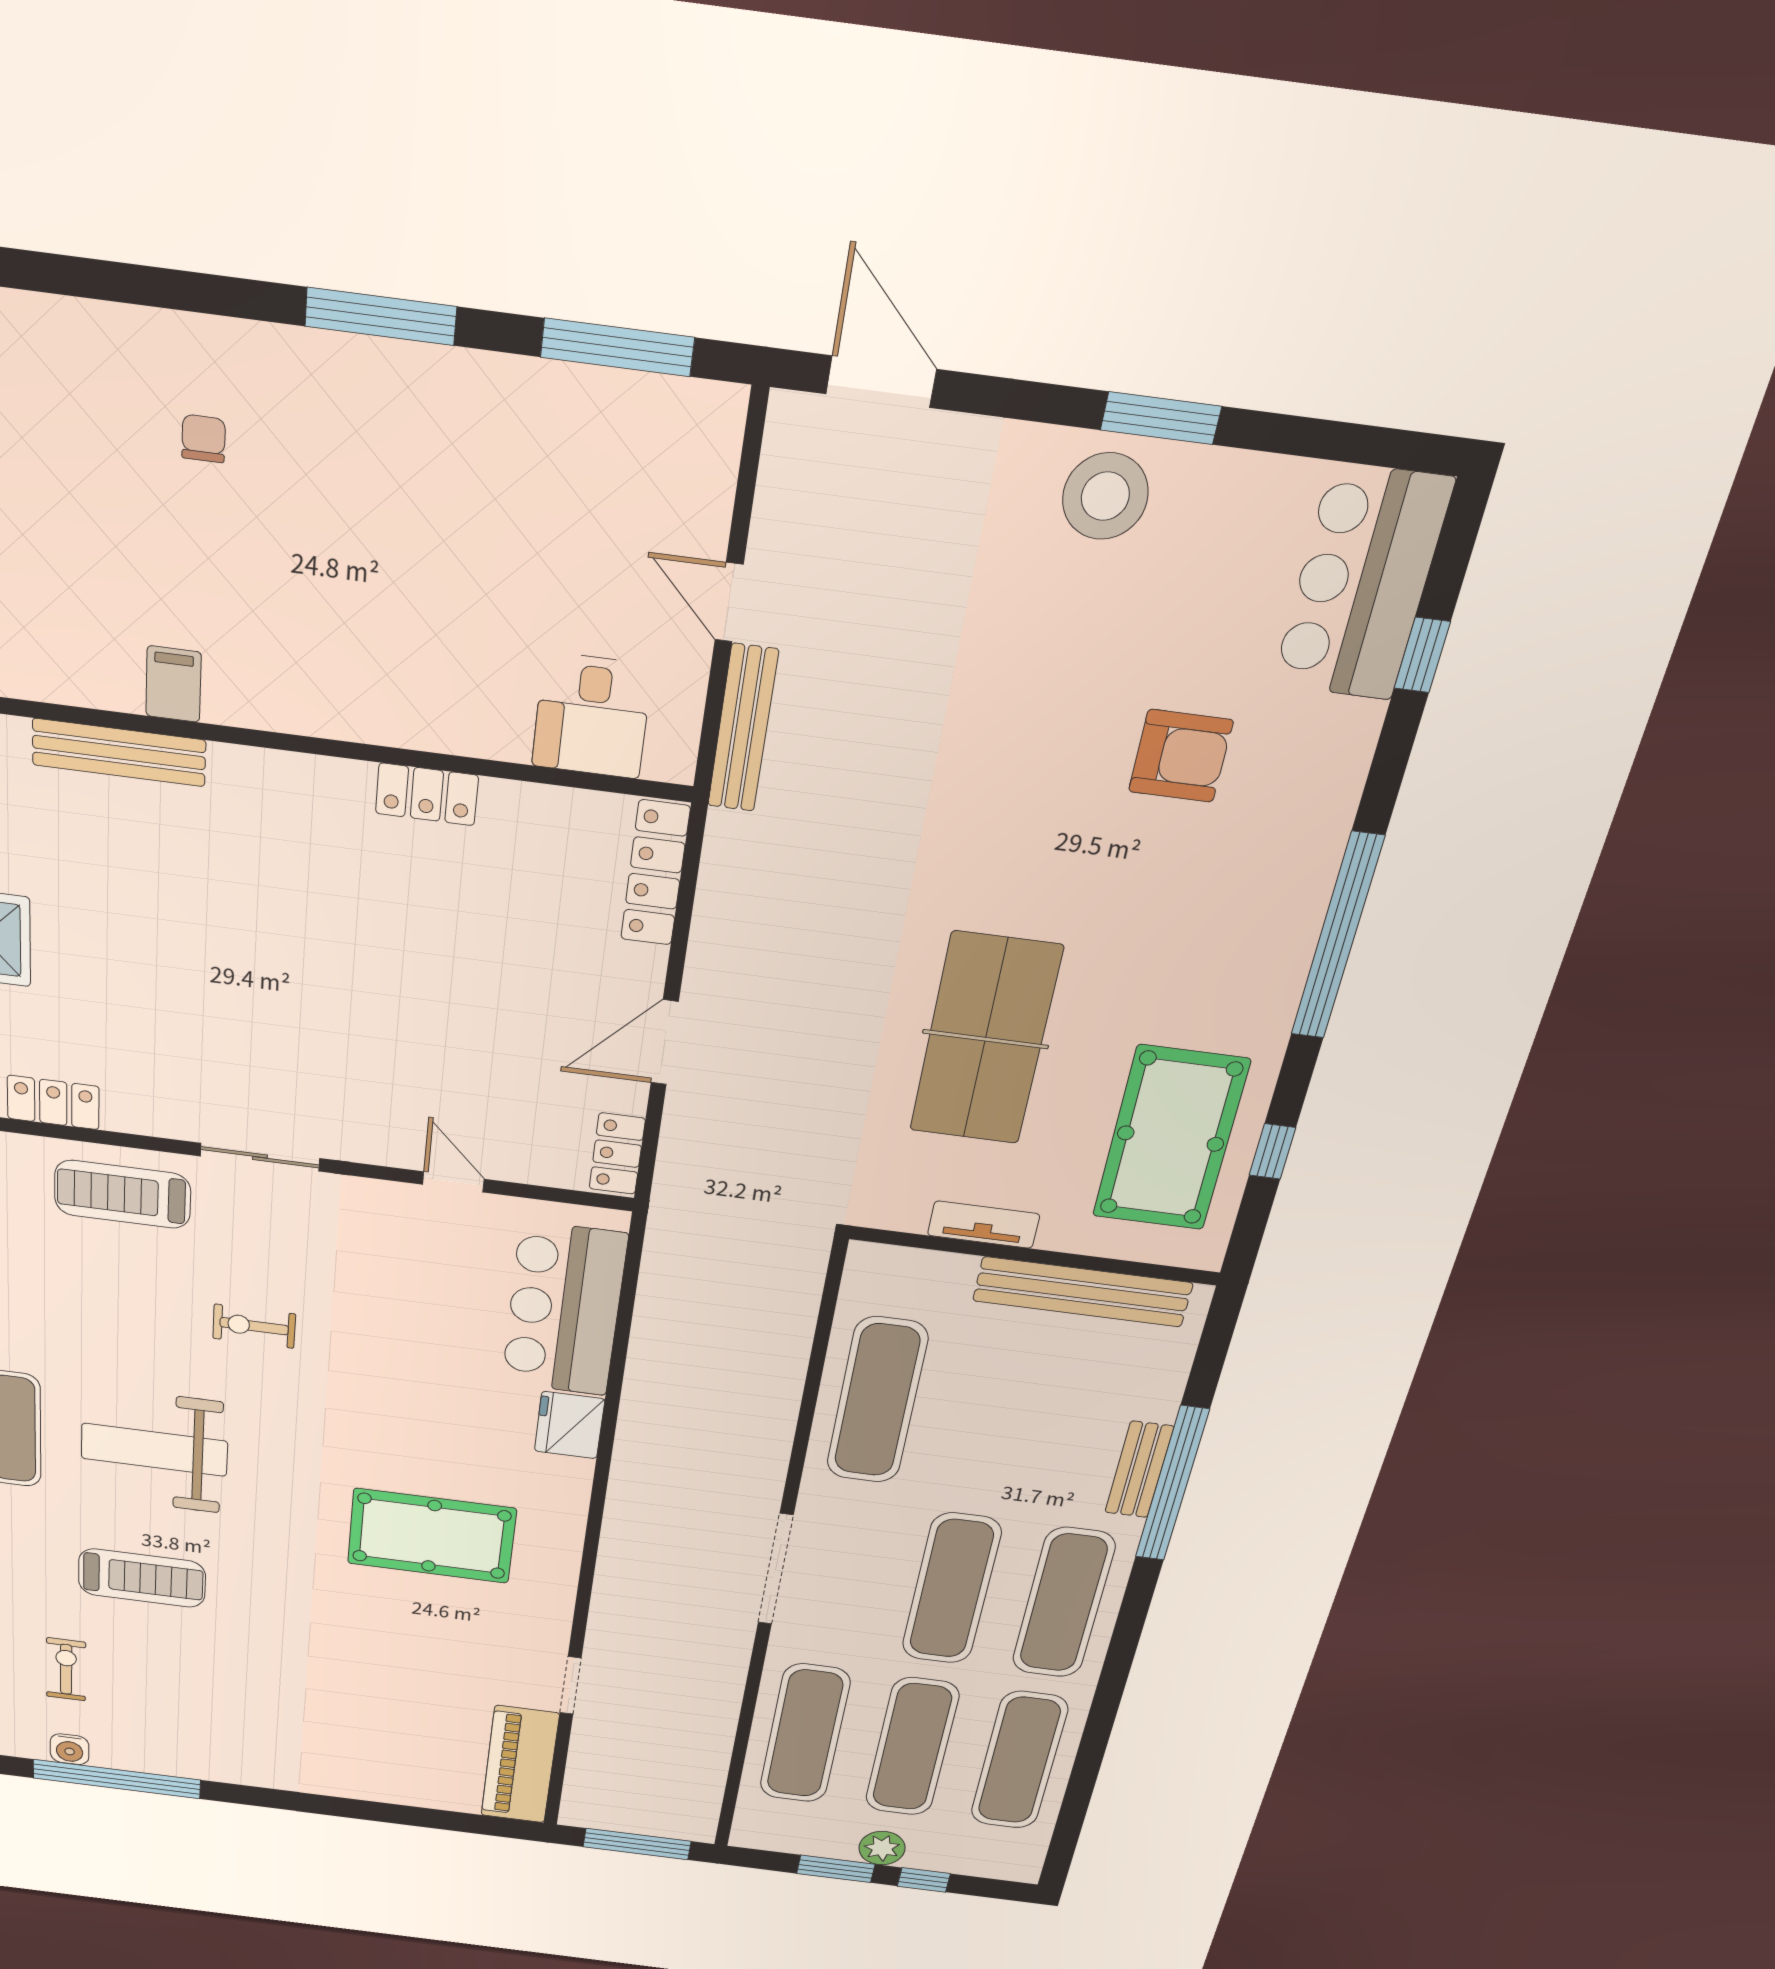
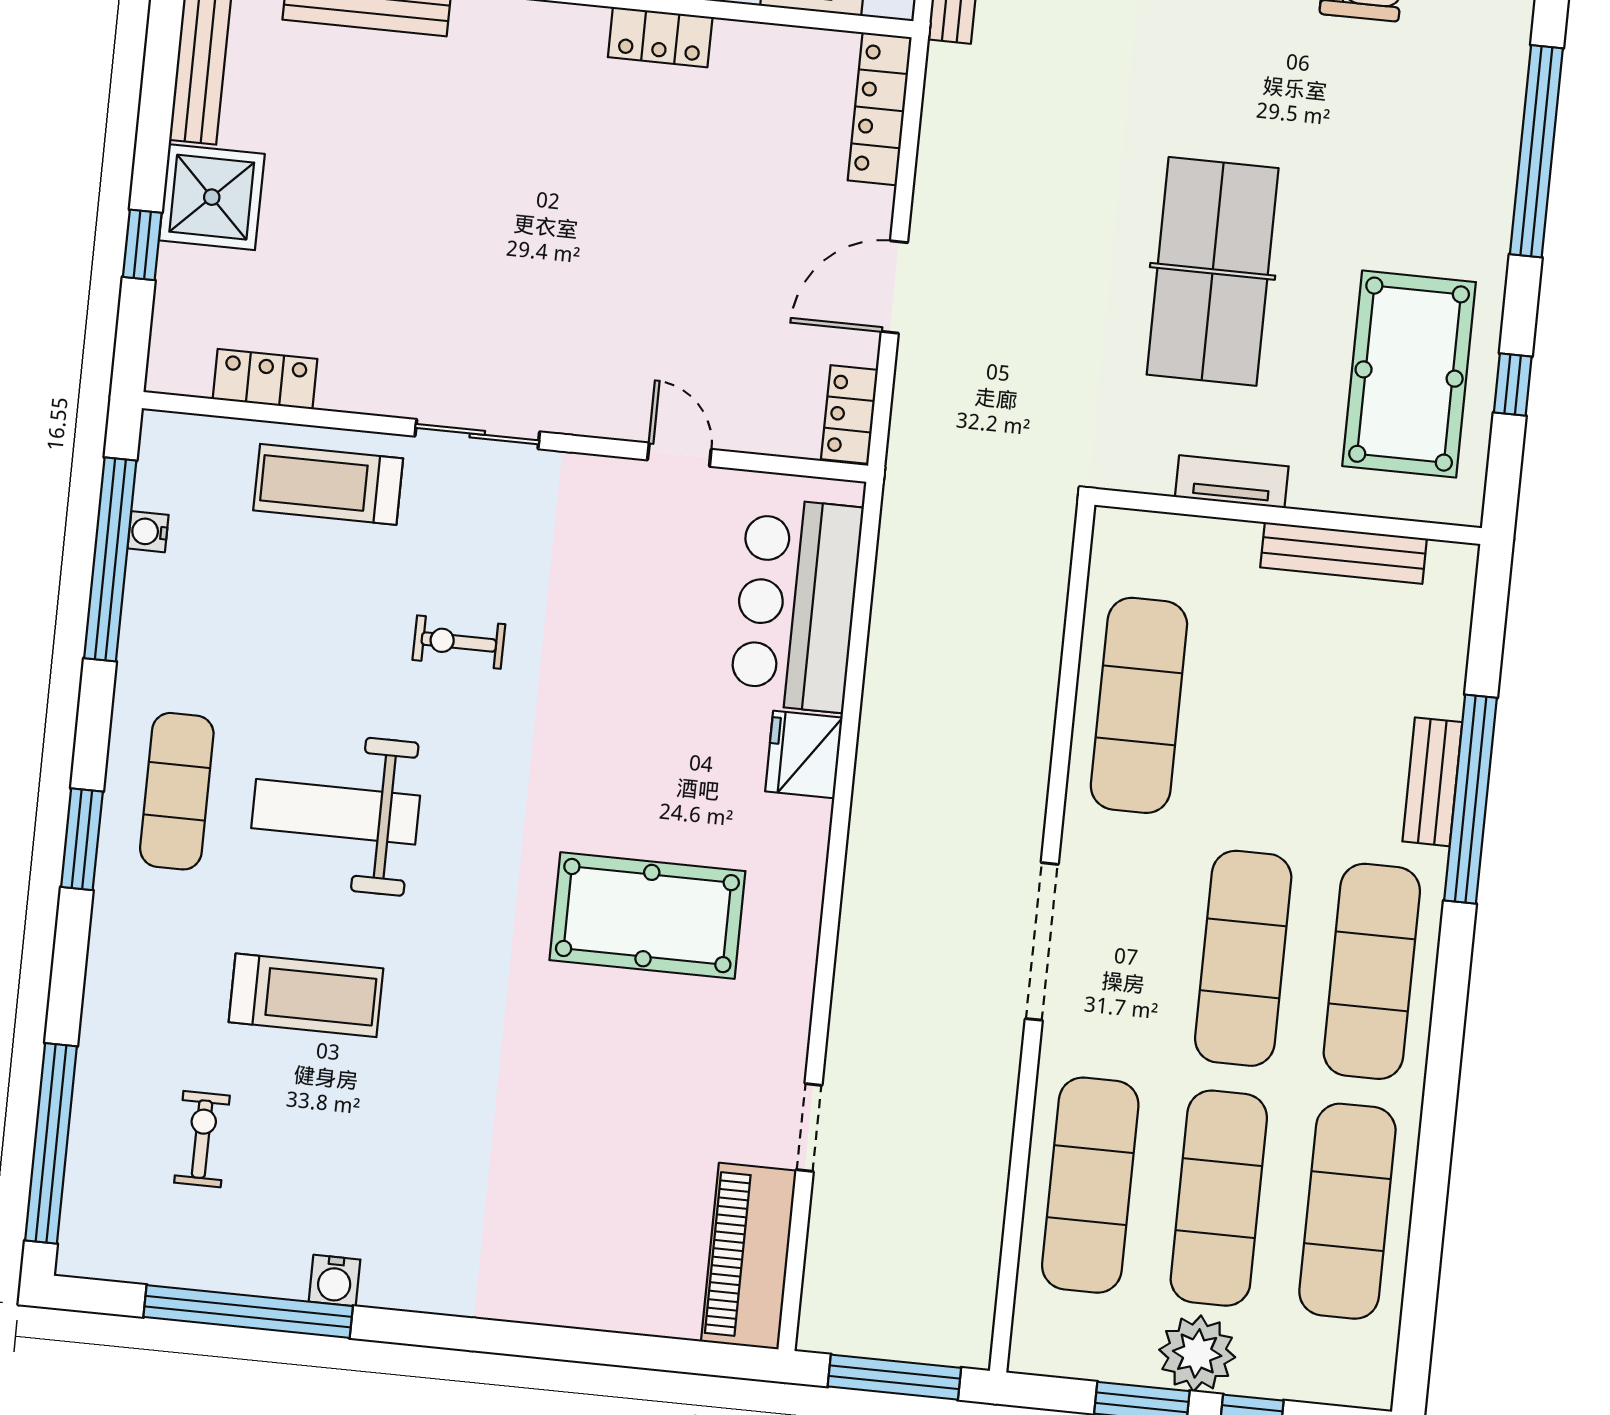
bench: (1082, 1292) -> (1344, 553), width x0.73, depth x0.82
water cooler: (70, 1749) -> (335, 1281), moved
plant: (882, 1848) -> (1197, 1353), width x1.36, depth x1.36

